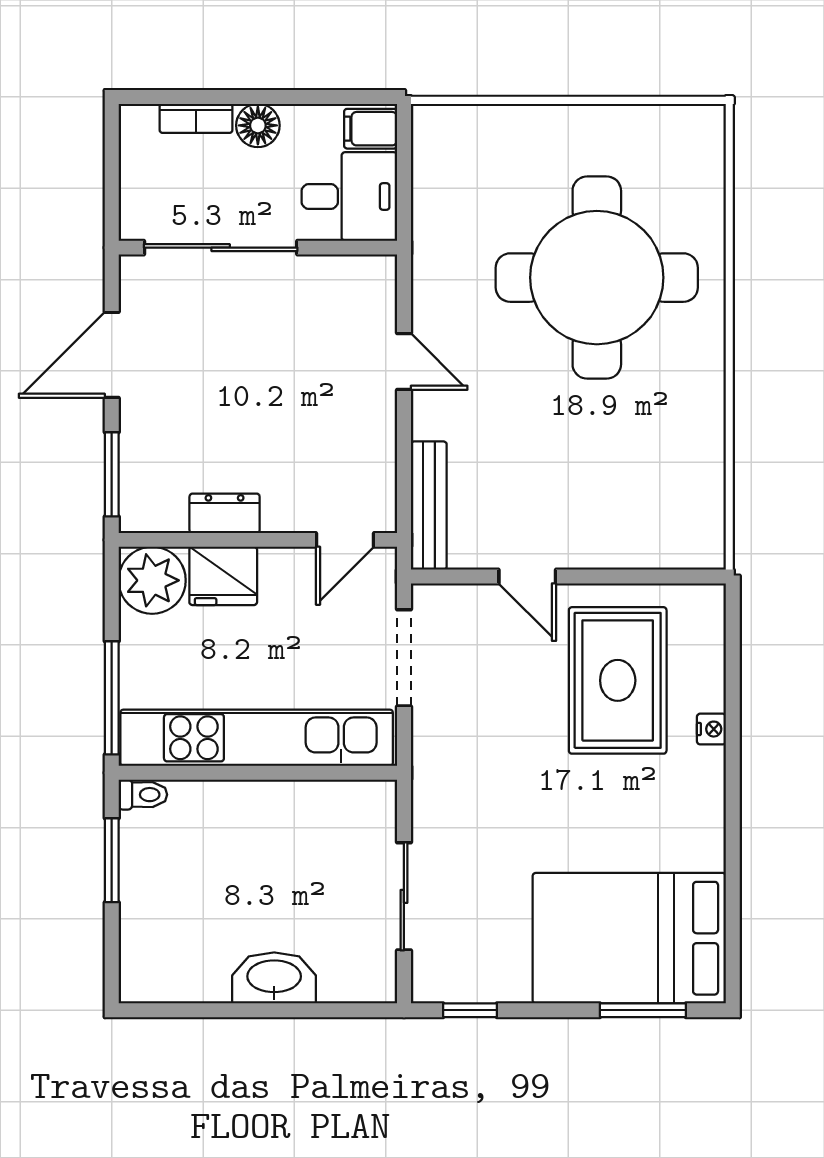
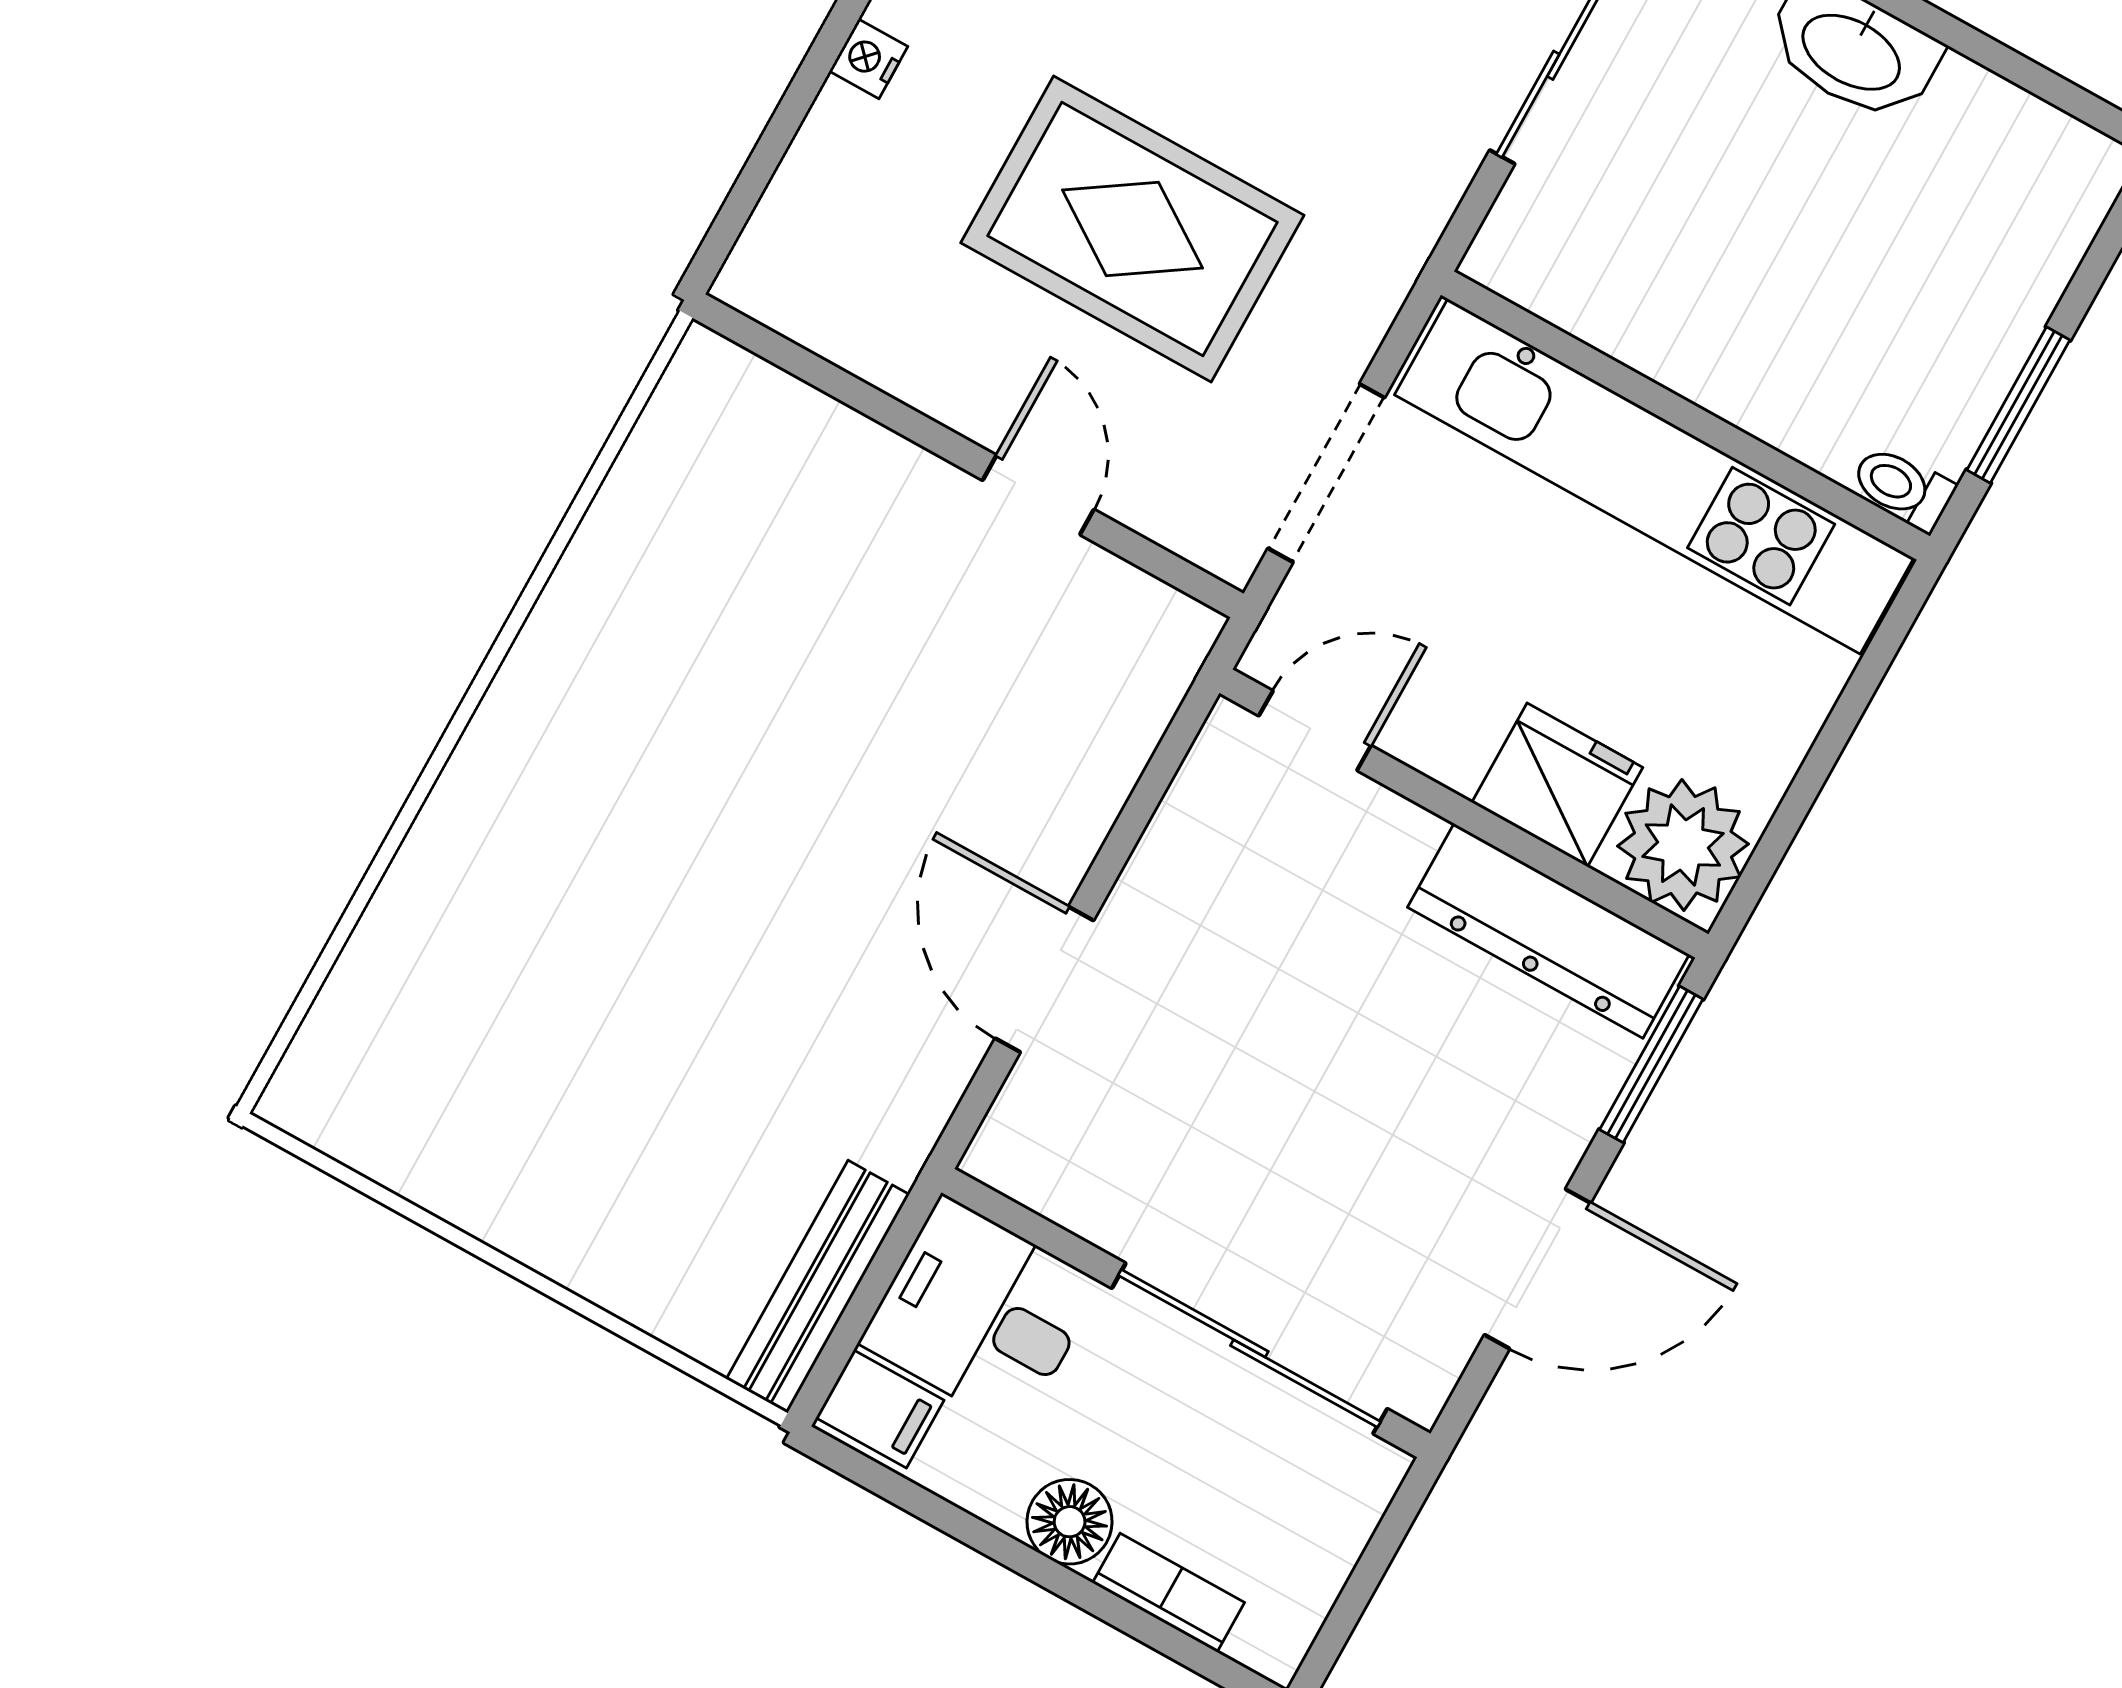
round table: (597, 278) -> (635, 939), removed
door: (404, 361) -> (1044, 979), width x1.38
bench: (429, 506) -> (818, 1287), moved
dresser: (225, 513) -> (1548, 931), width x1.96, depth x1.24
rug: (618, 680) -> (1132, 229), moved, turned 90
window: (112, 698) -> (1864, 682), removed

